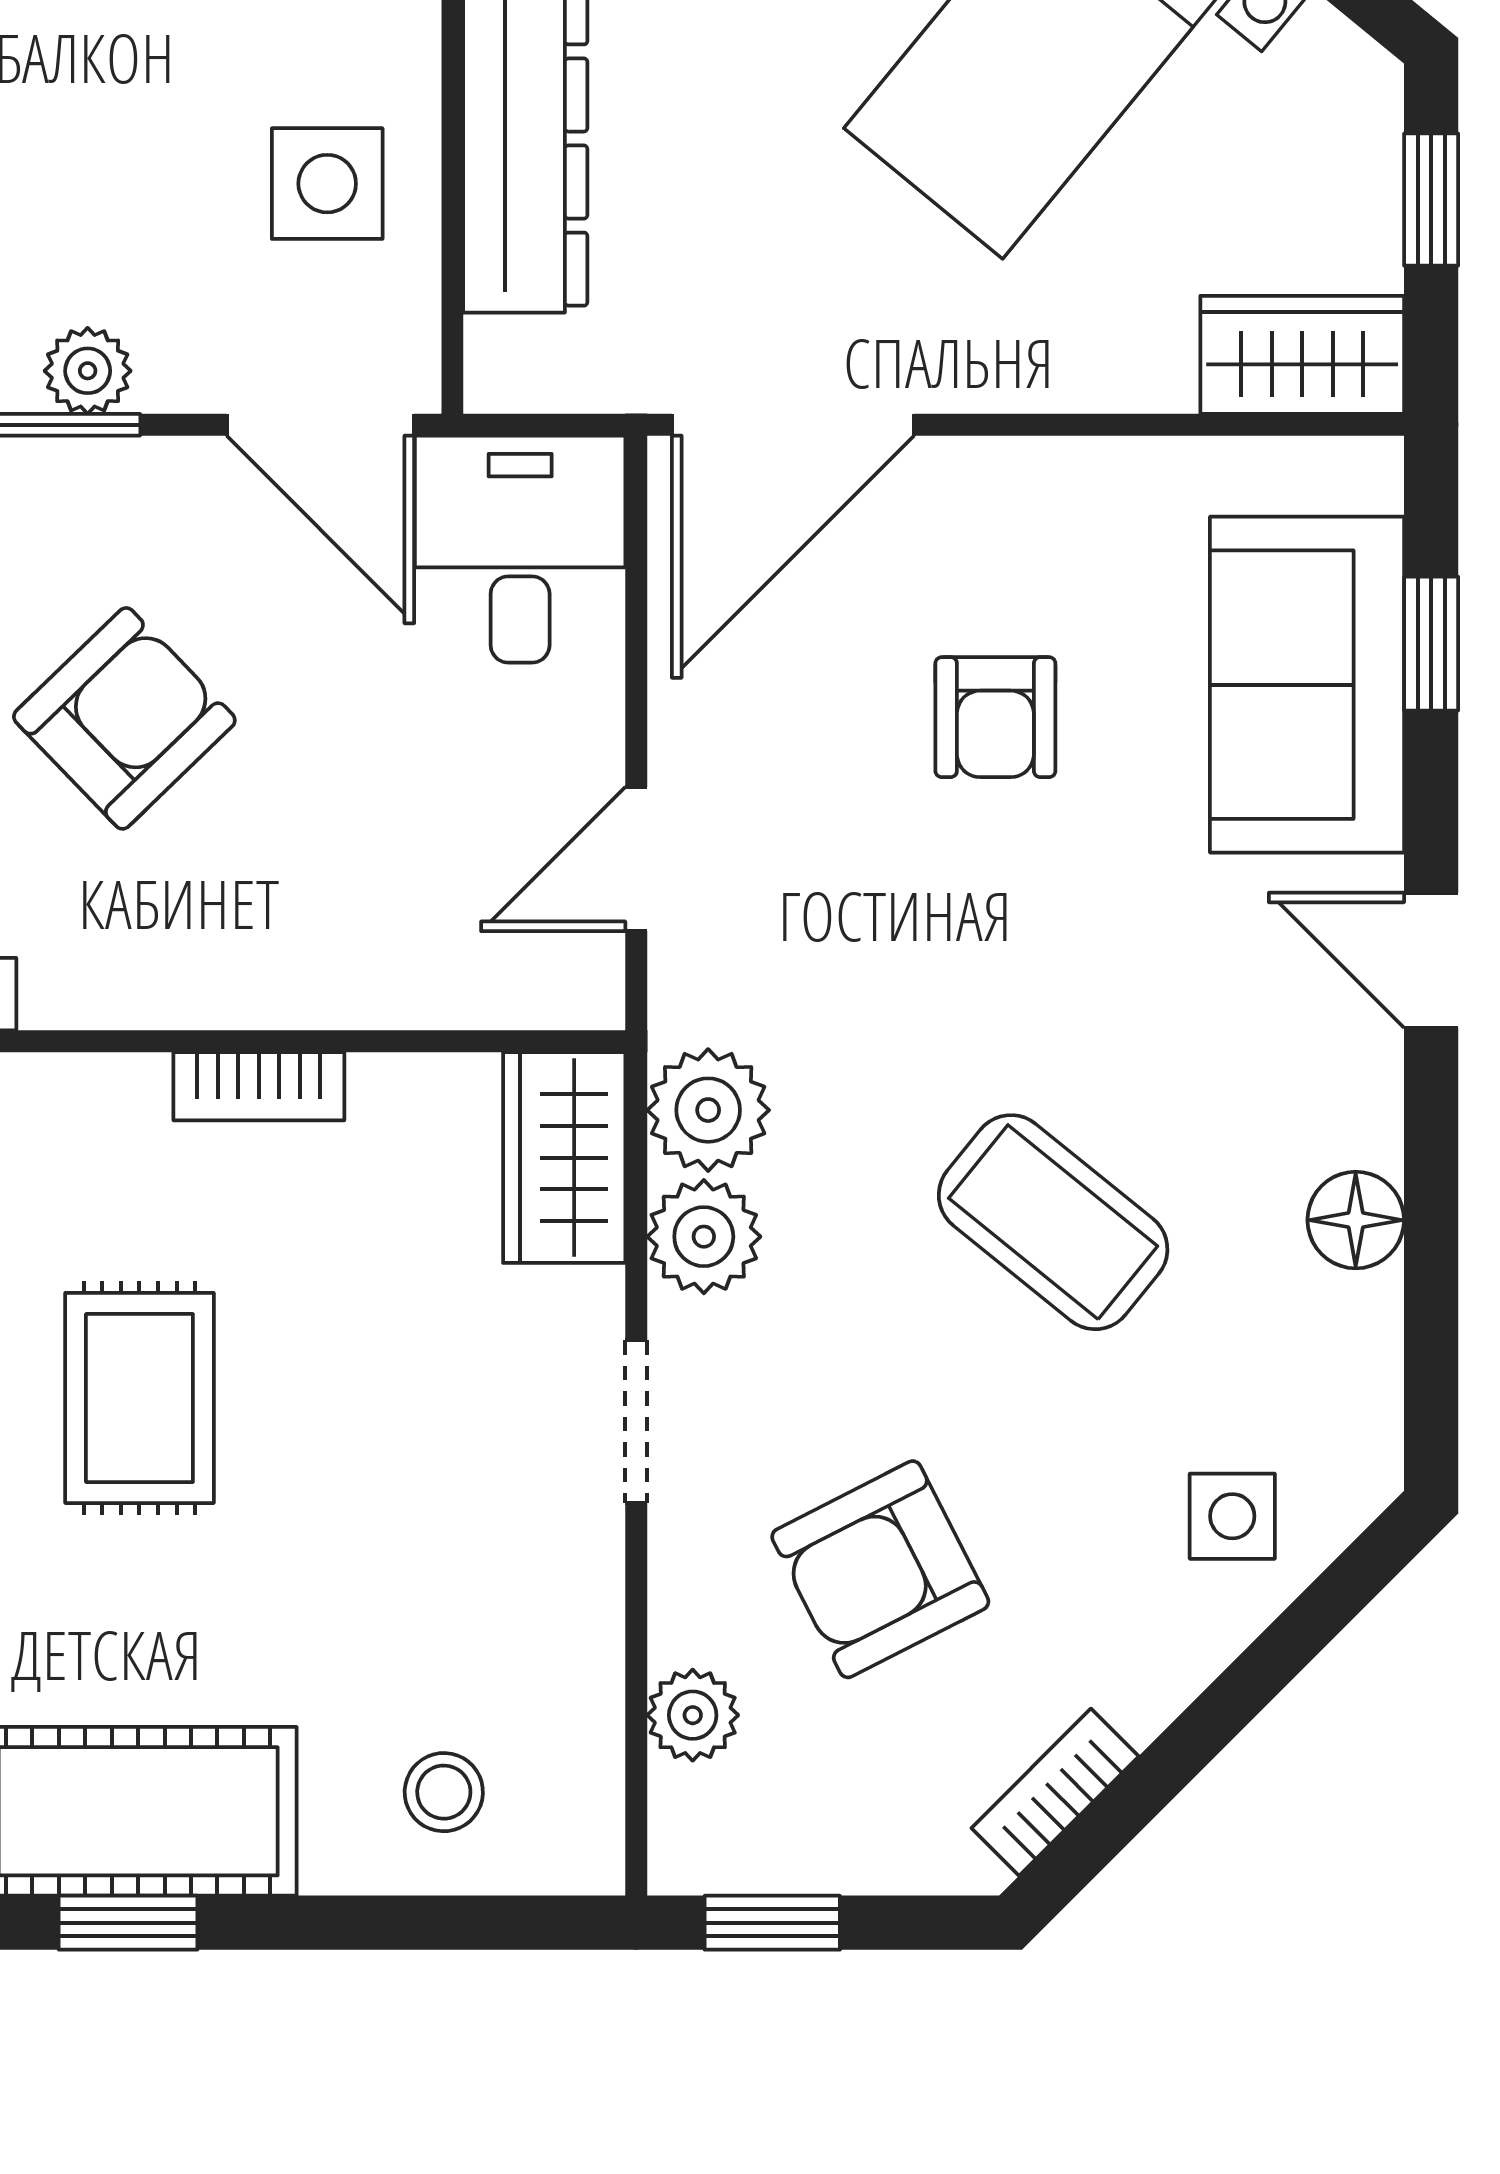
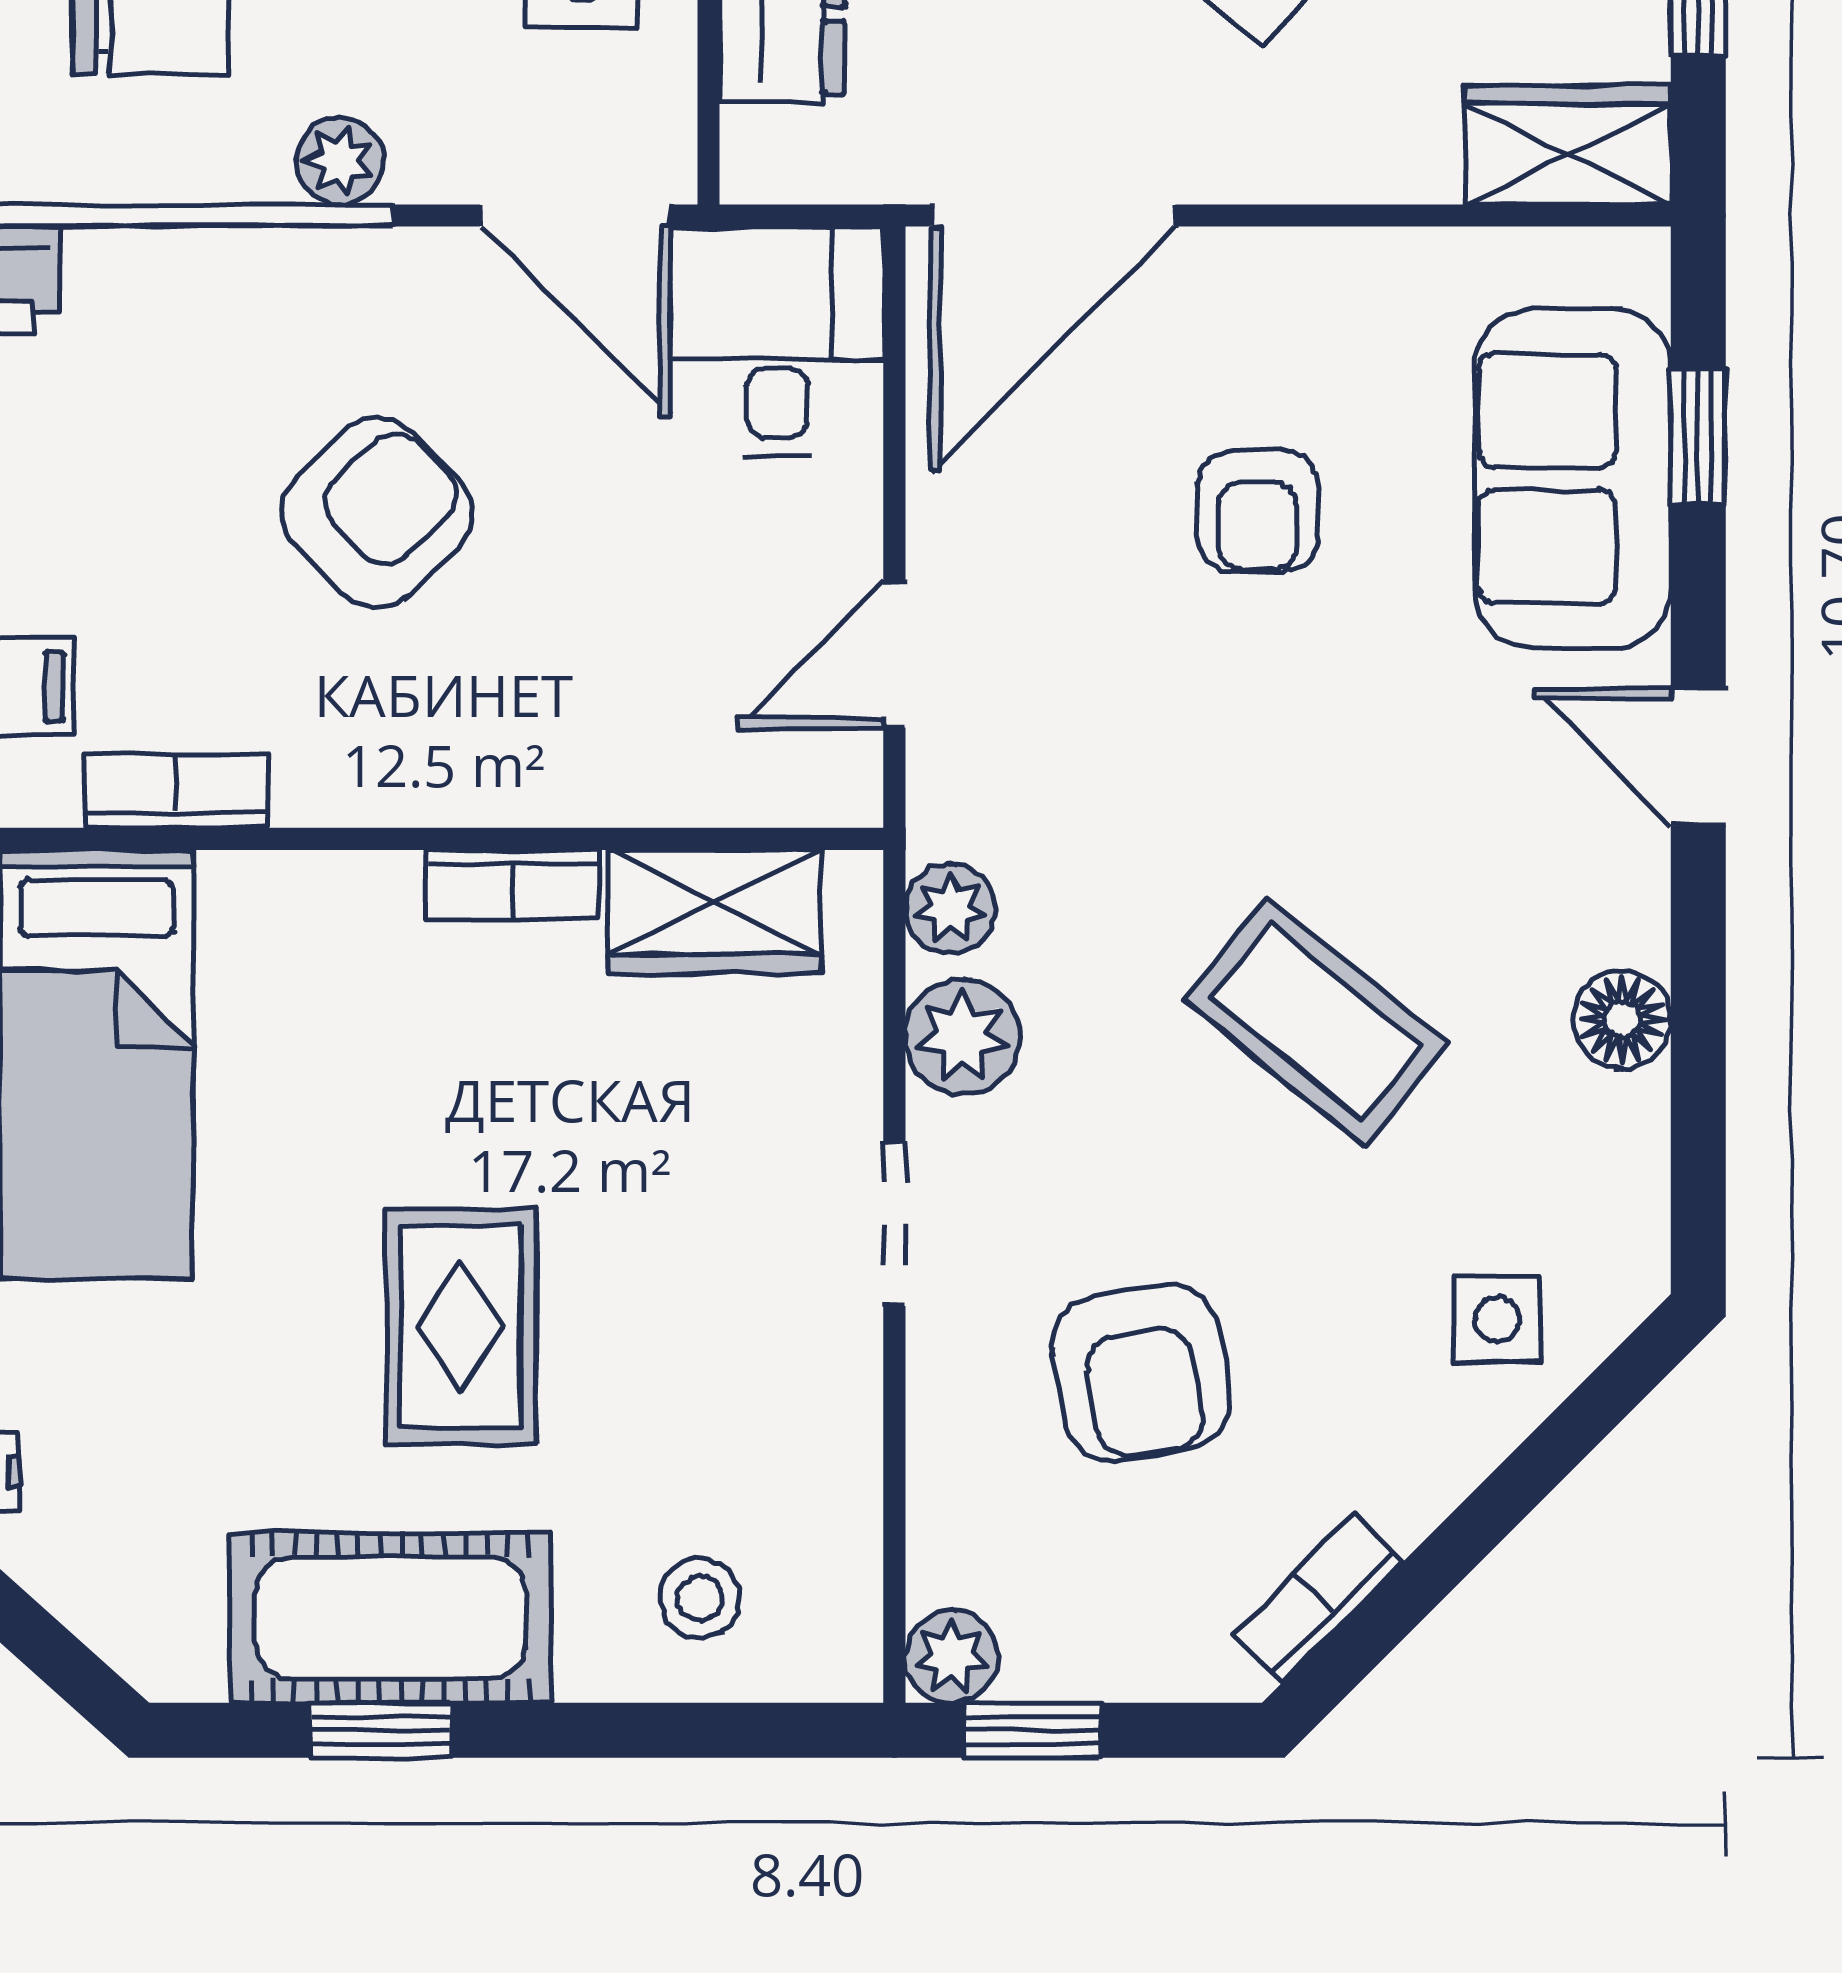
plant: (708, 1110) -> (950, 908), width x0.73, depth x0.73
wardrobe: (564, 1158) -> (715, 912), moved, turned -90
rug: (139, 1398) -> (461, 1326), moved
armchair: (880, 1569) -> (1141, 1373), turned -73
plant: (693, 1715) -> (952, 1657), moved

